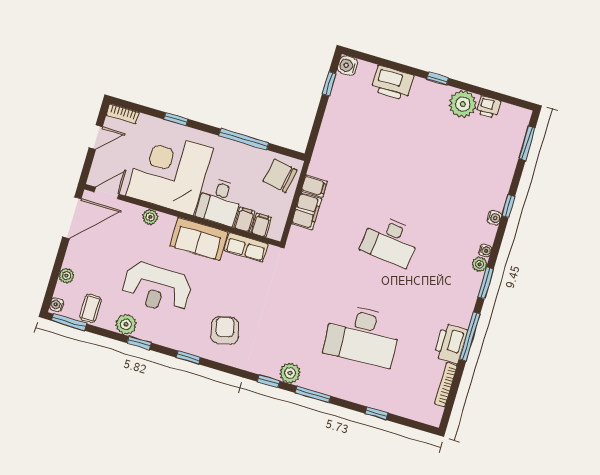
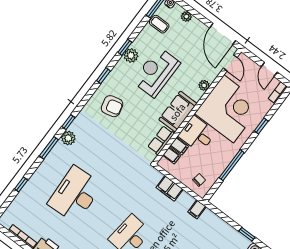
chair: (280, 176) -> (199, 180), width x0.54, depth x0.54
filing cabinet: (314, 186) -> (197, 209), moved
plant: (126, 324) -> (131, 55), moved

